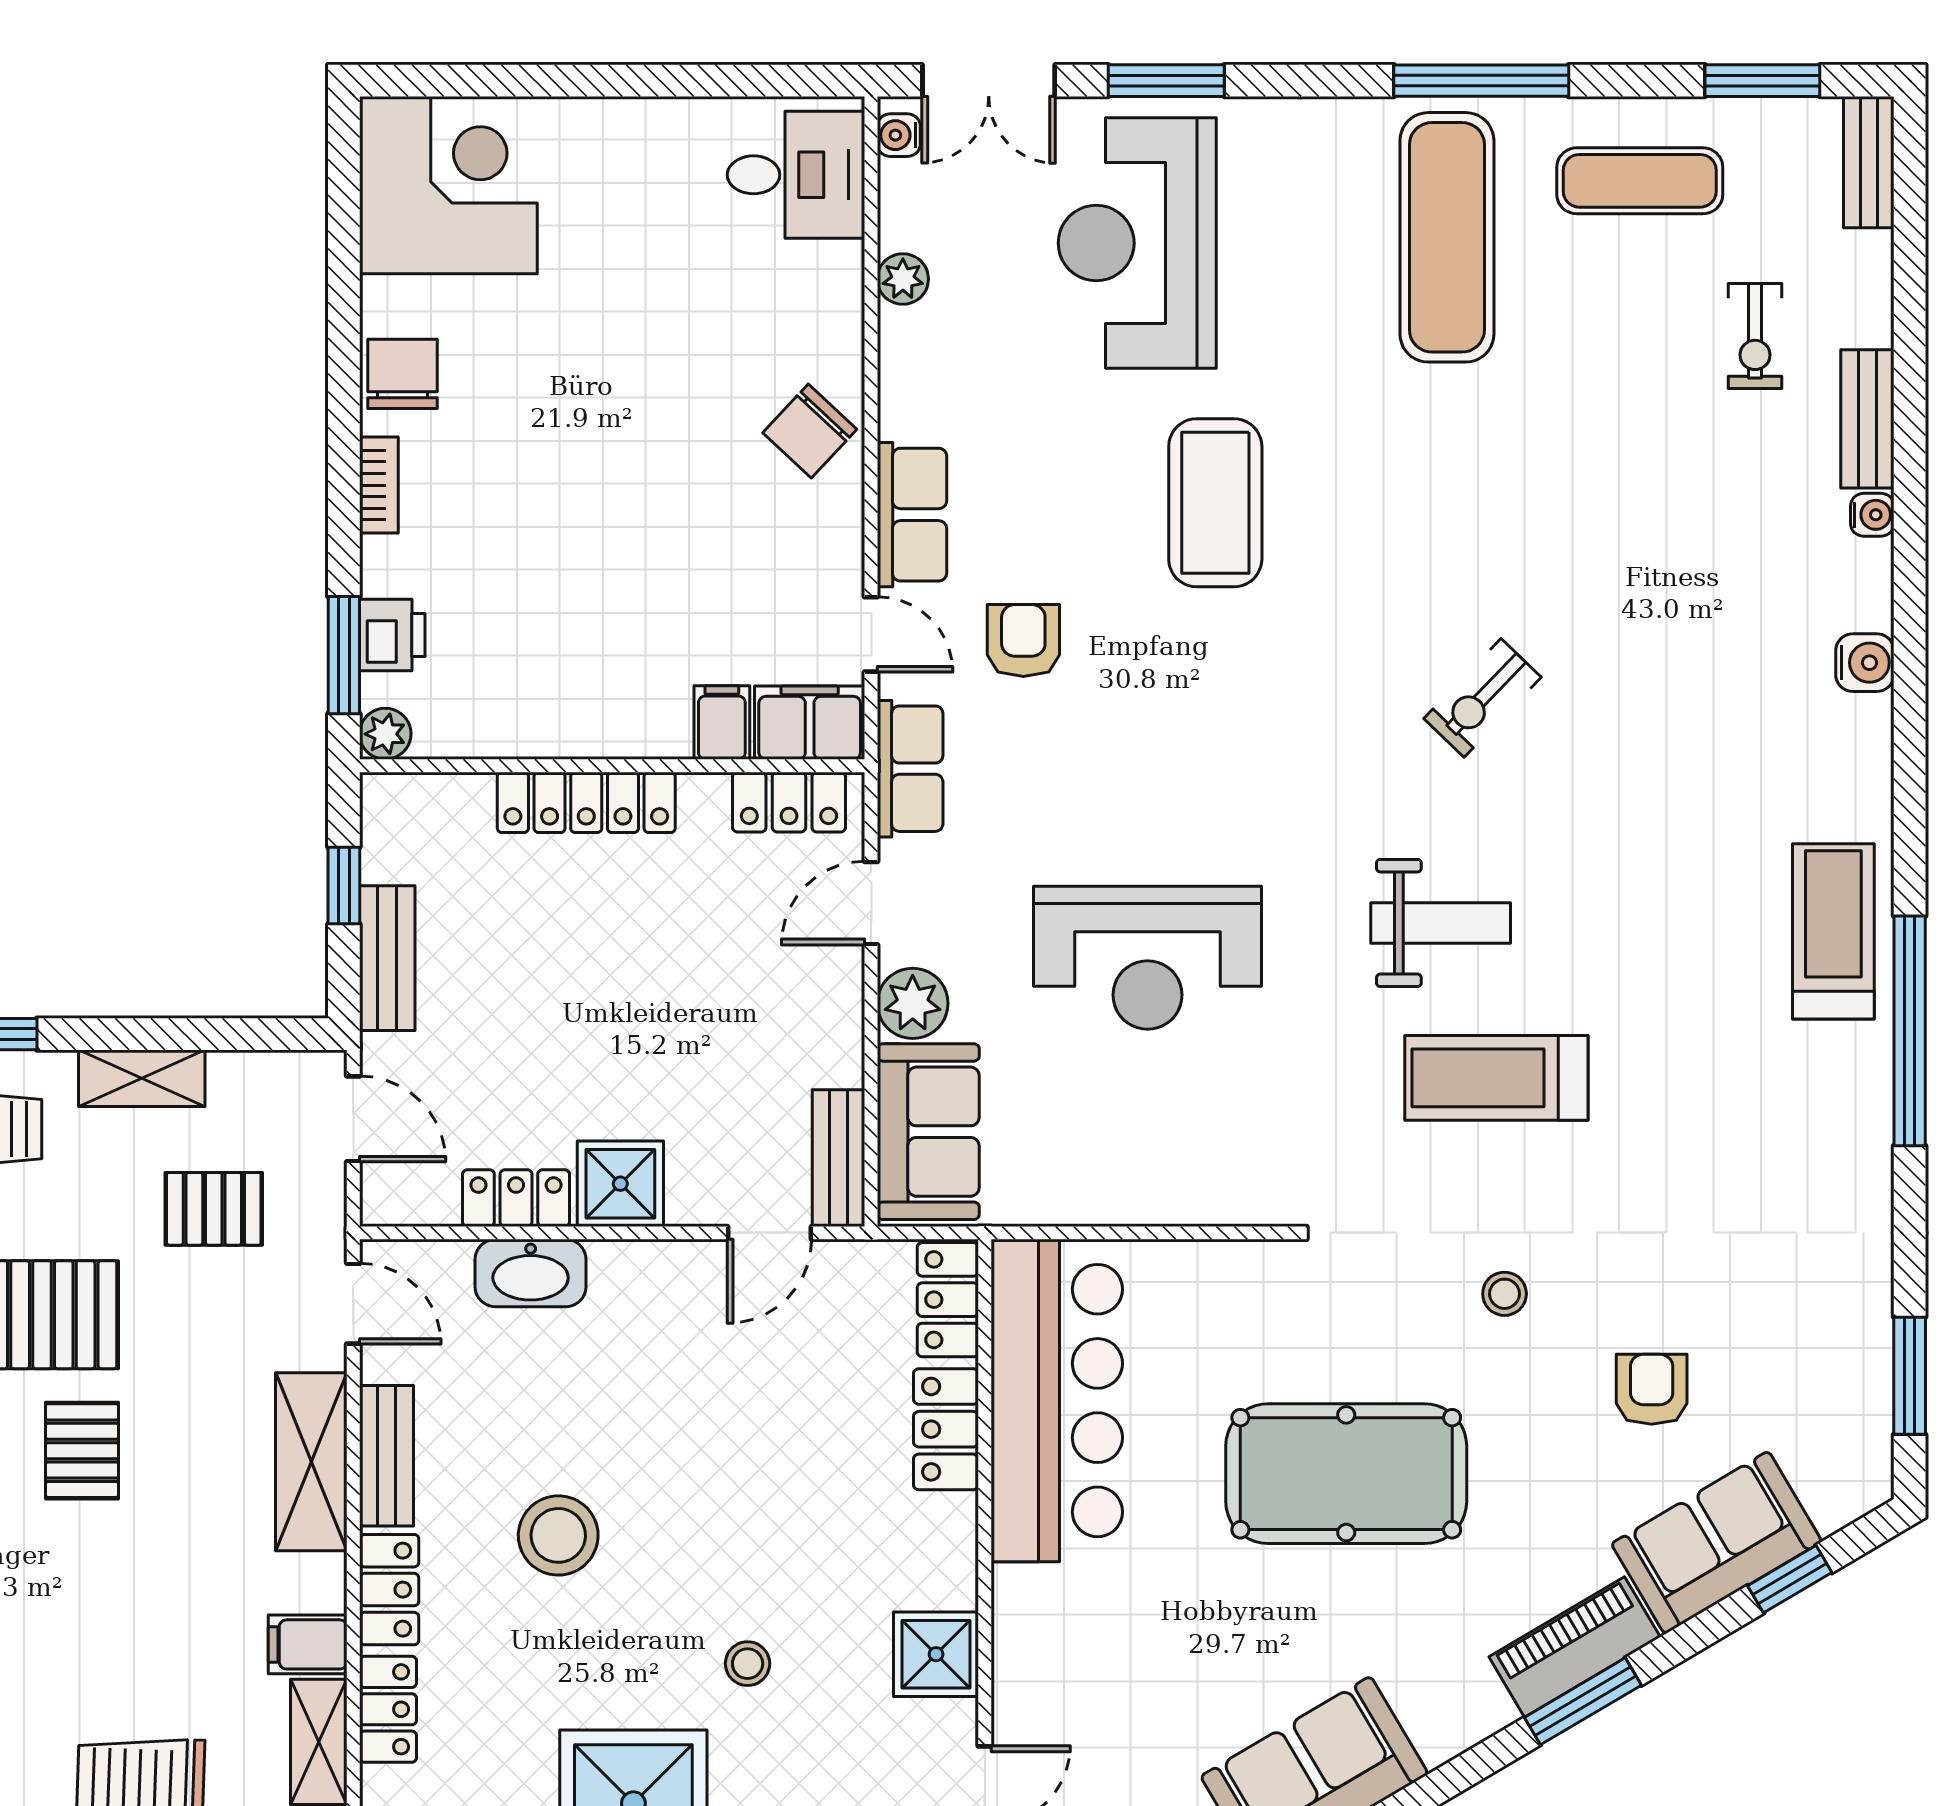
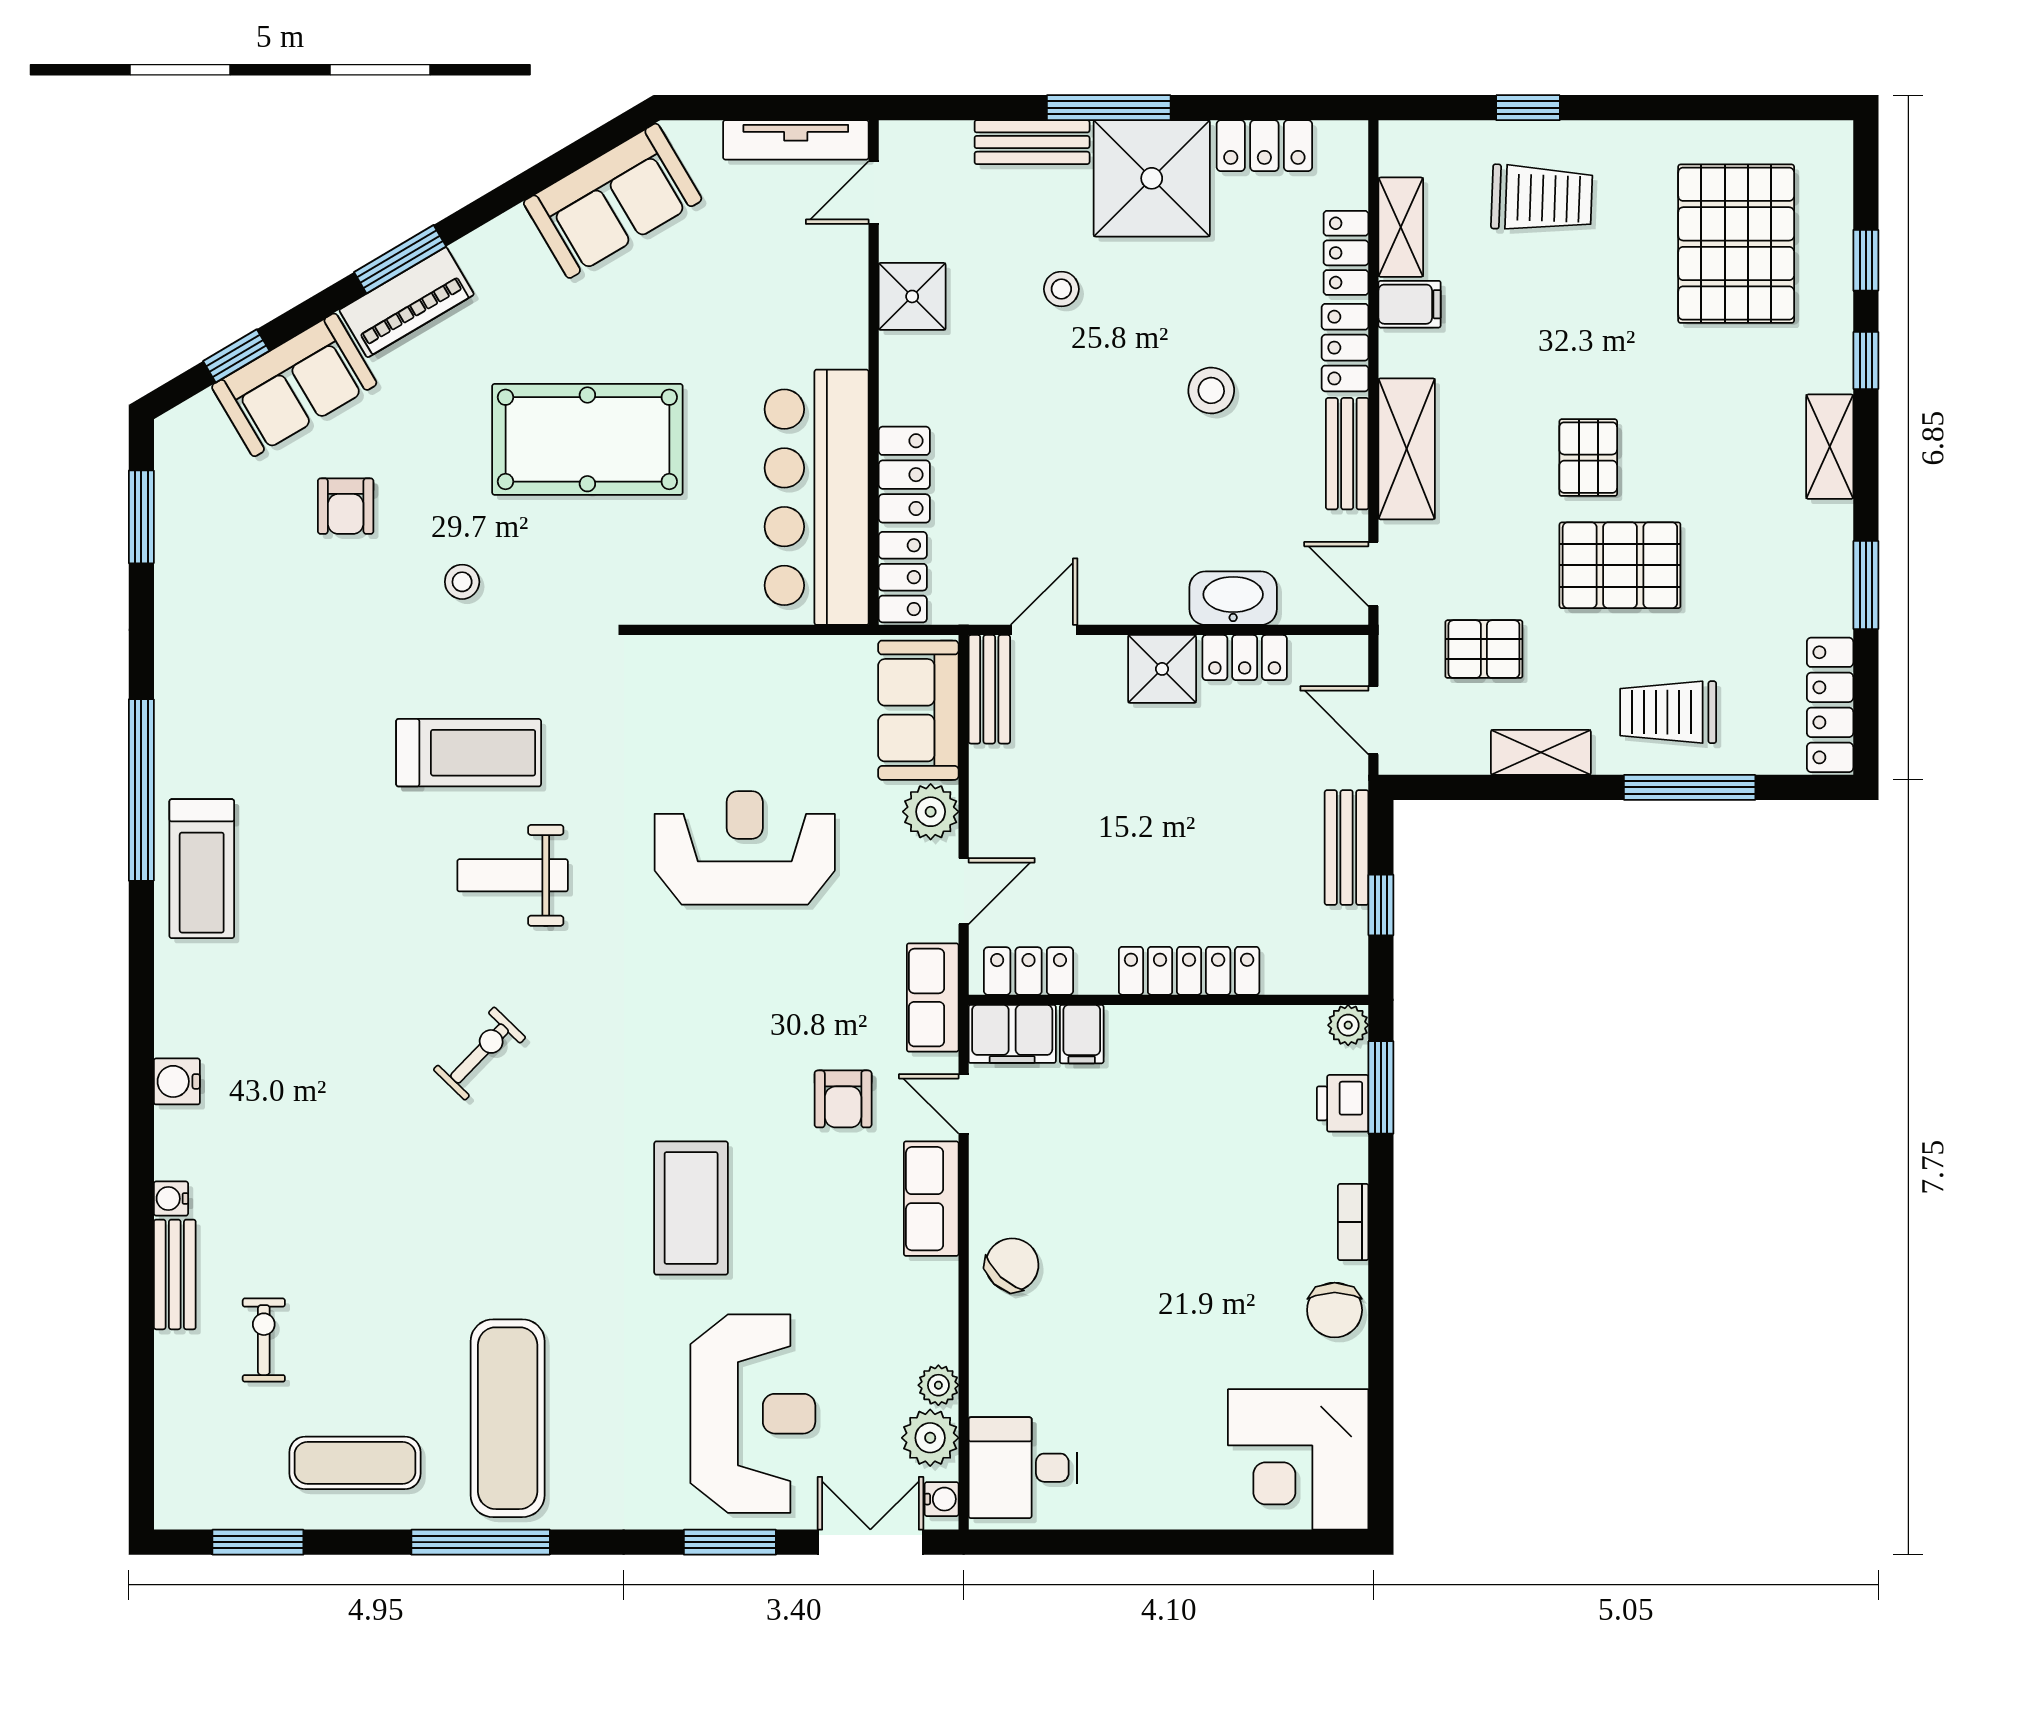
bench: (1869, 162) -> (174, 1478), removed
plant: (913, 213) -> (930, 1438), added
stool: (558, 1535) -> (1211, 390), width x0.73, depth x0.73

